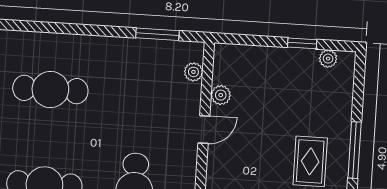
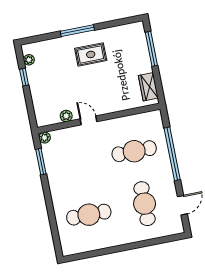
plant: (193, 72) -> (45, 138), moved
cafe table: (50, 90) -> (89, 215), turned 90

